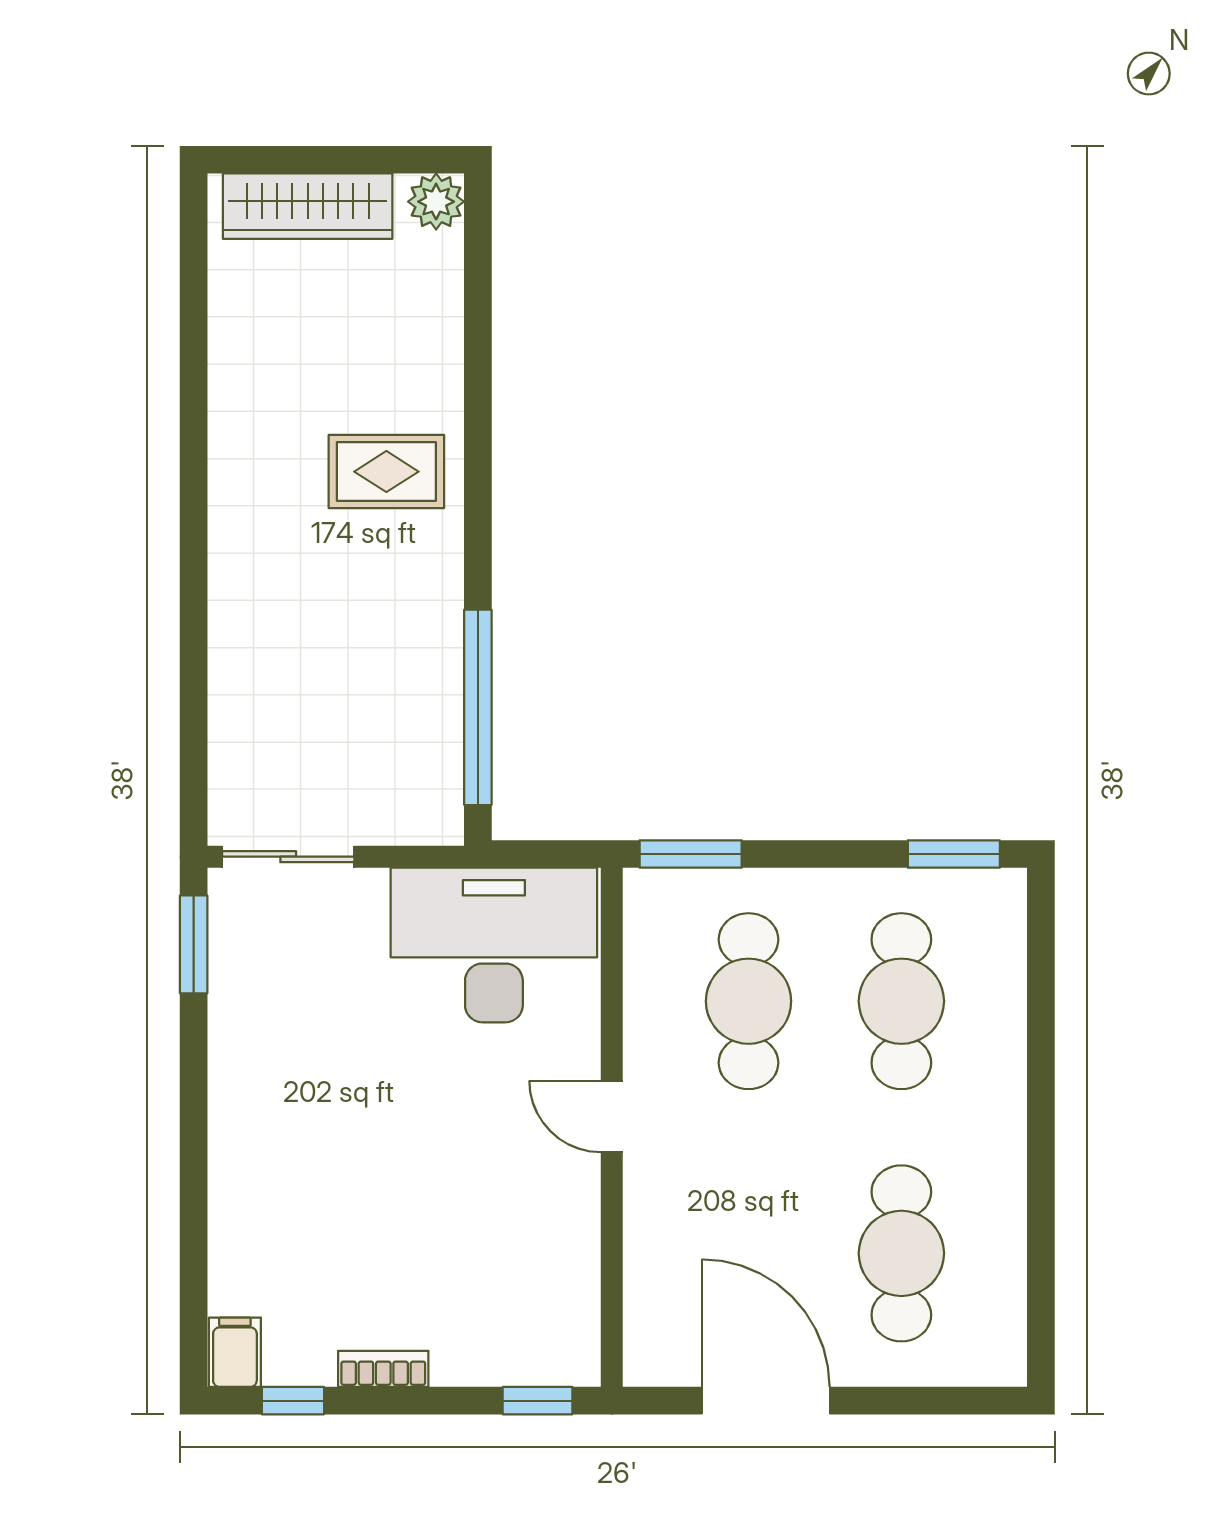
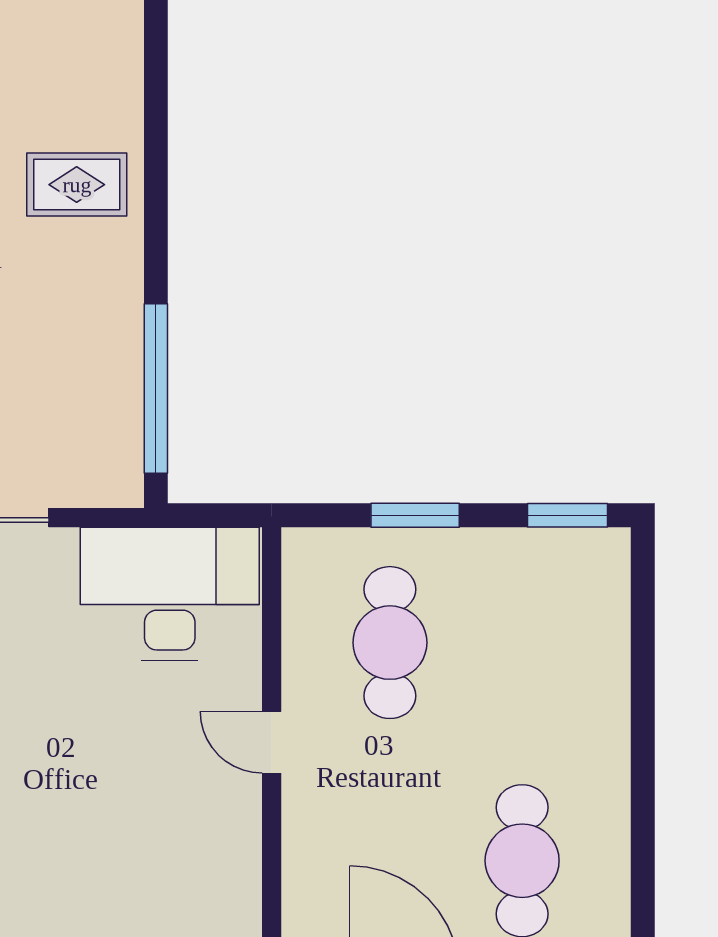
window: (691, 854) -> (415, 515), moved
cafe table: (901, 1001) -> (522, 643), removed

